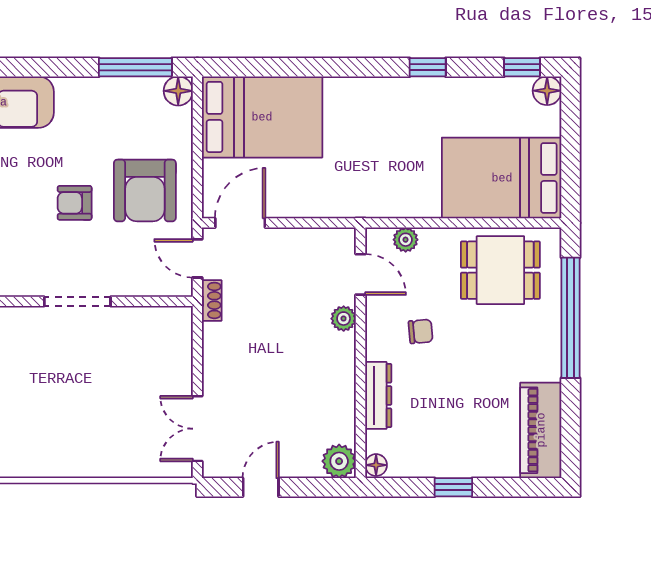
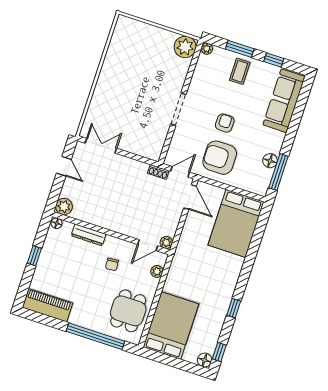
floor lamp: (178, 91) -> (270, 161), moved
plant: (344, 319) -> (166, 243), moved

